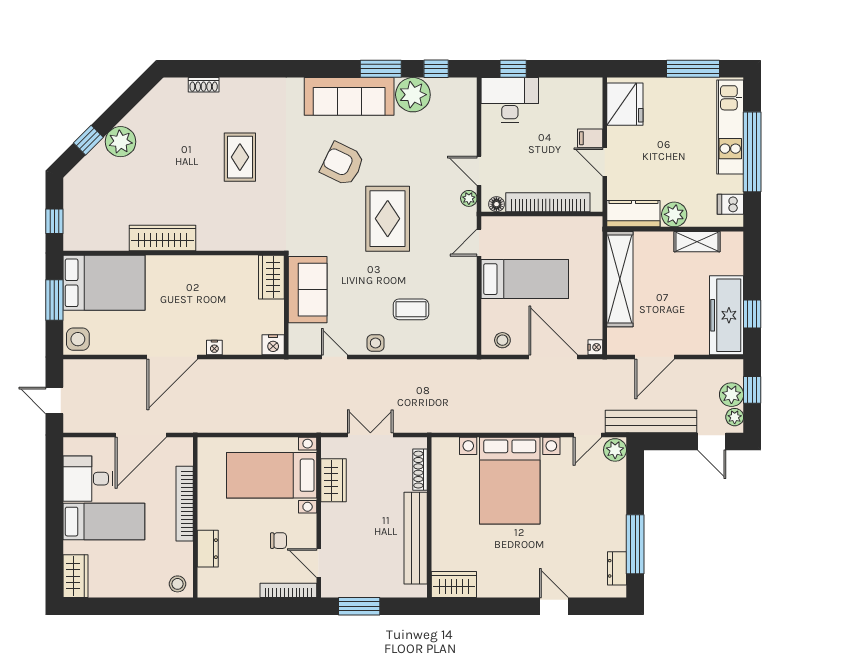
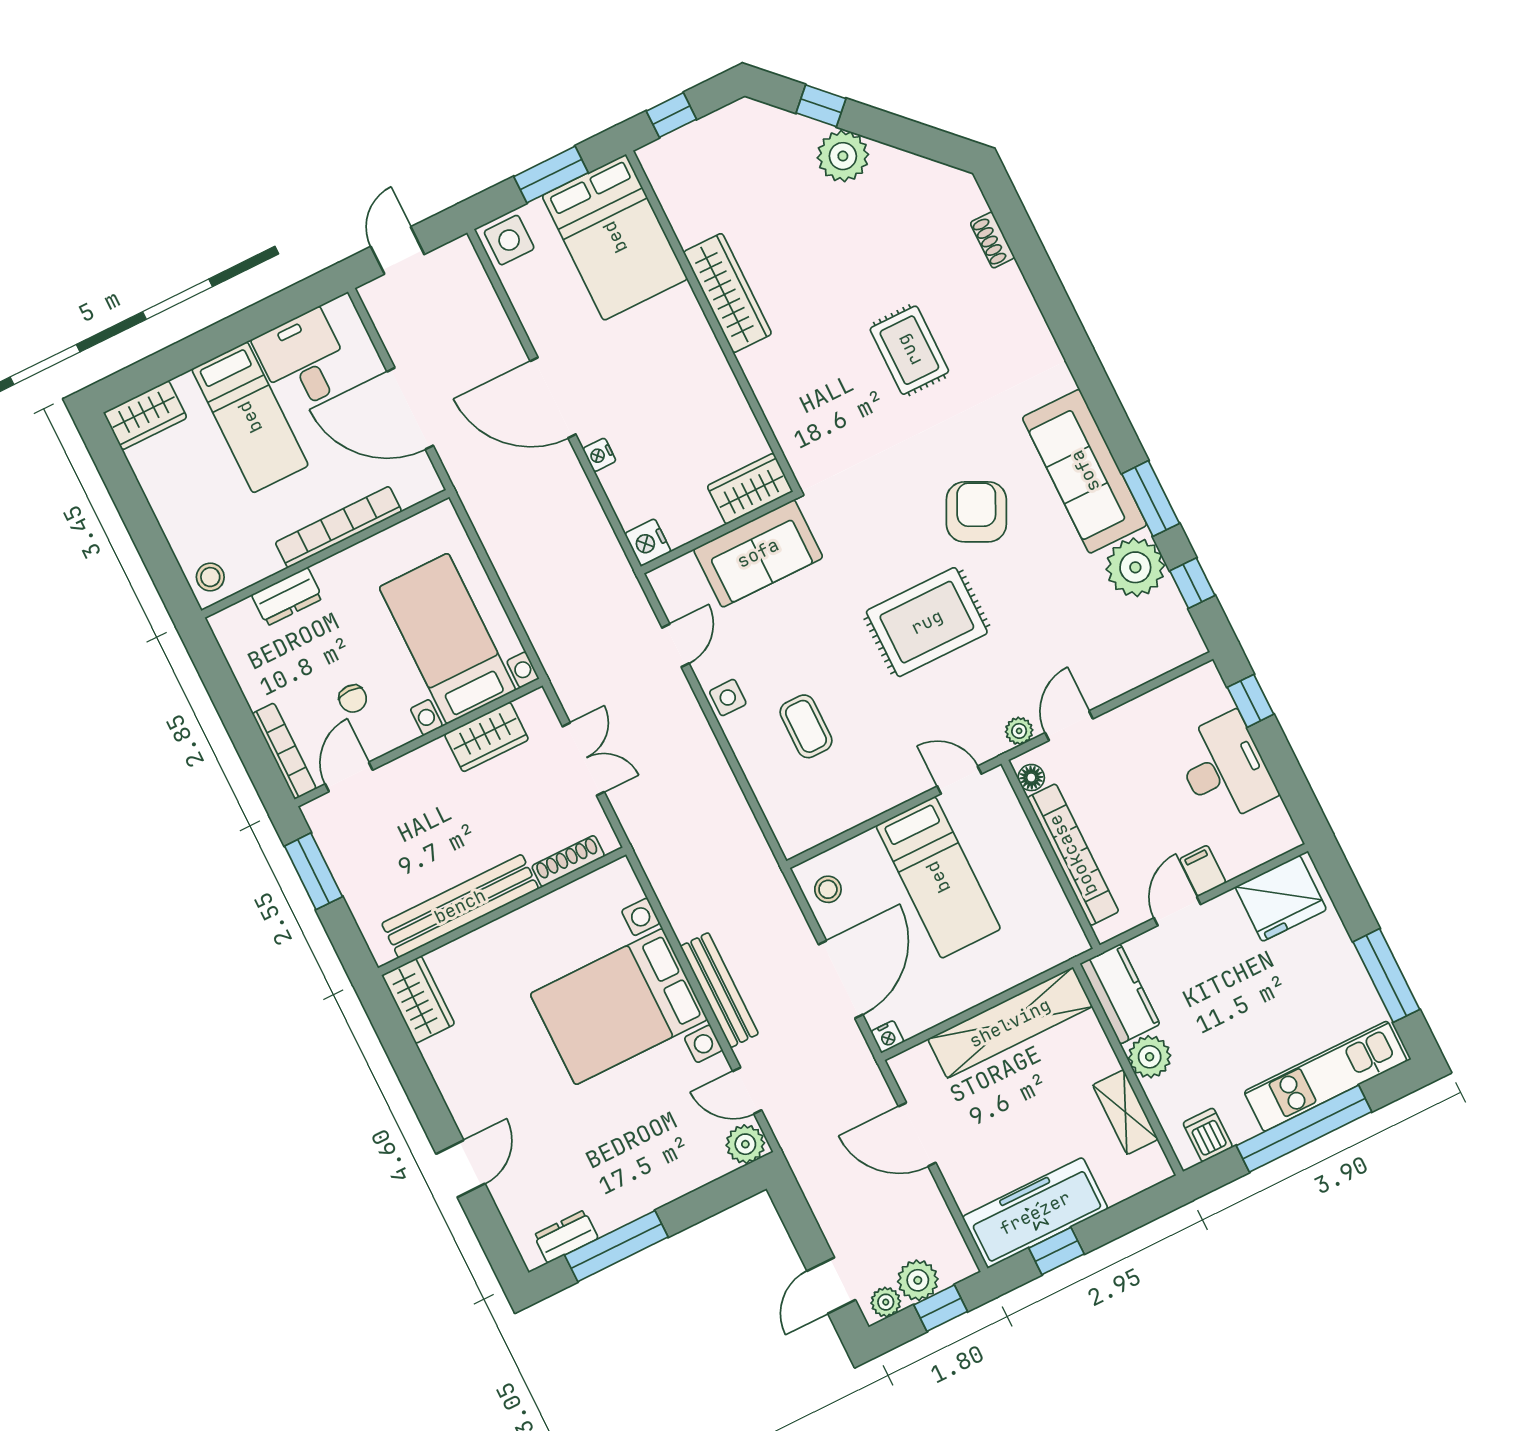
desk: (510, 100) -> (1225, 768), moved
rug: (240, 157) -> (909, 350), turned 90
bench: (651, 422) -> (719, 990), moved, width x0.73, depth x0.82

